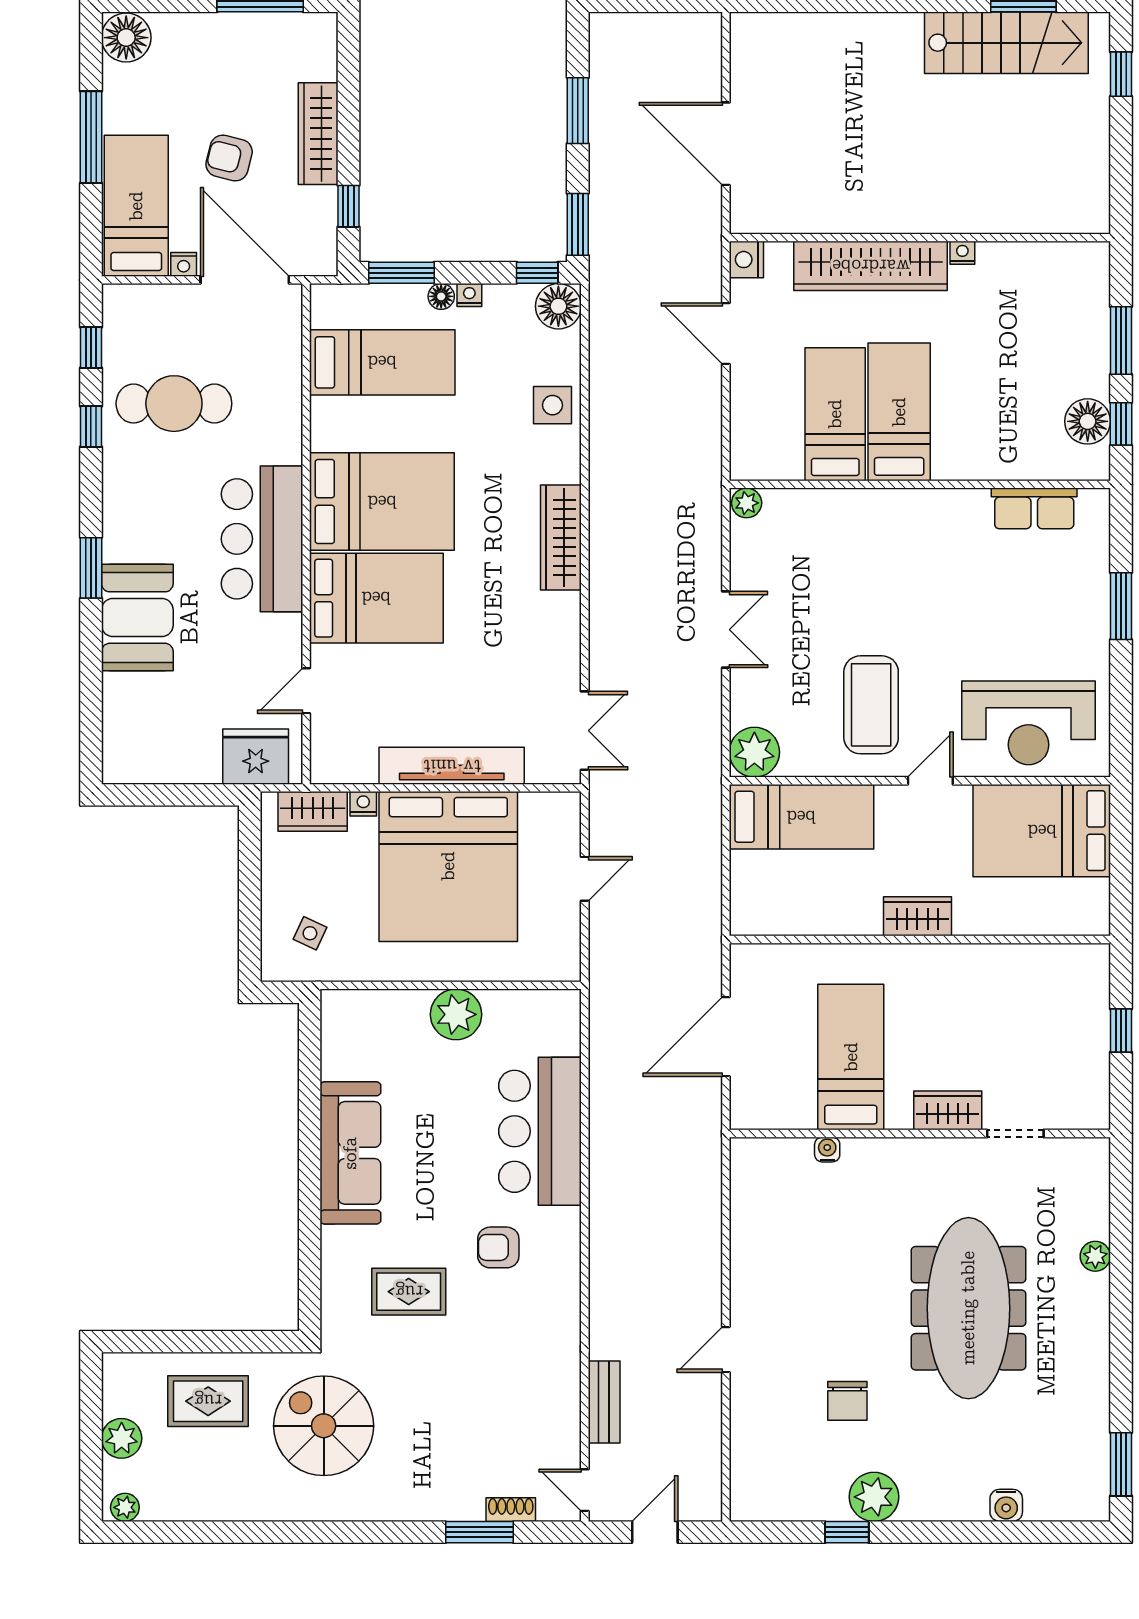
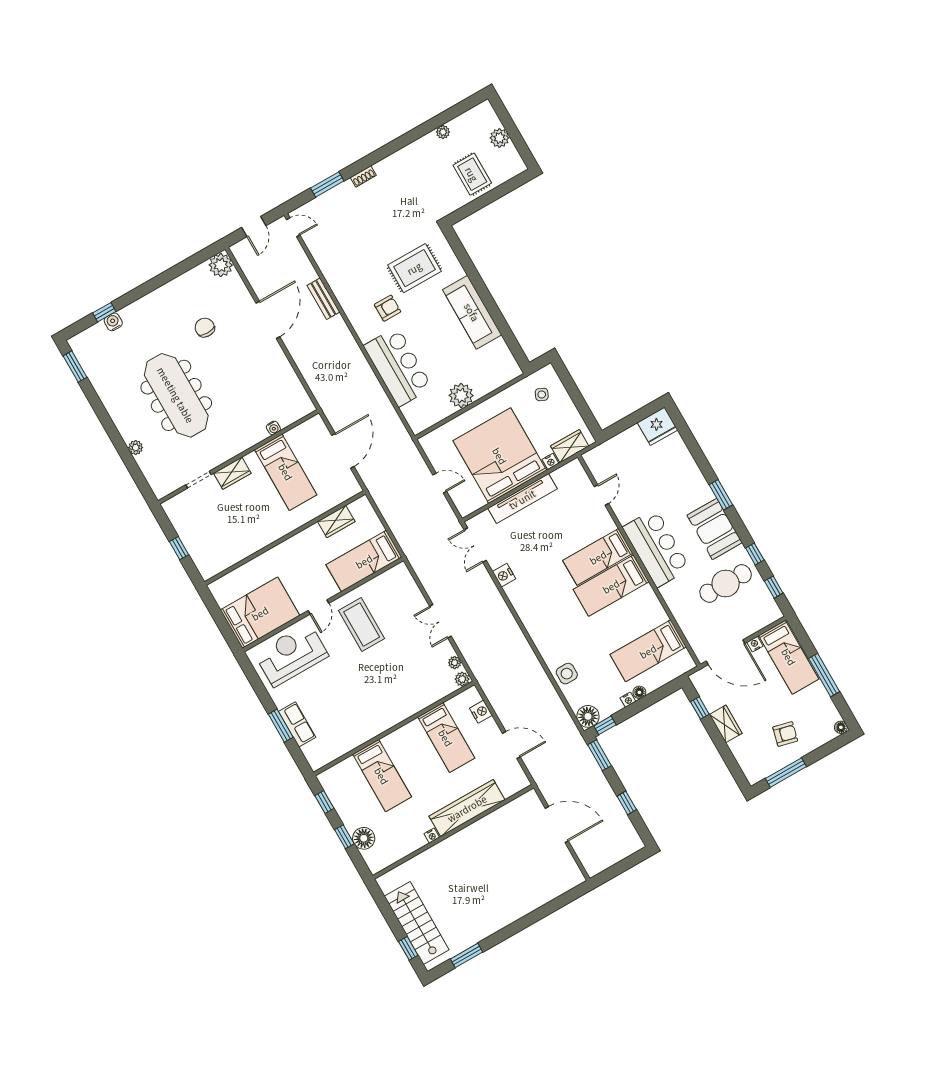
floor lamp: (126, 38) -> (841, 727), width x0.53, depth x0.53
stairs: (1006, 43) -> (417, 923), moved, turned 90
window: (578, 111) -> (627, 803), width x0.67
wardrobe: (318, 134) -> (726, 724), width x0.67
armchair: (229, 158) -> (785, 734), moved
nightstand: (746, 260) -> (481, 712), moved
window: (402, 273) -> (662, 693), removed
window: (1121, 341) -> (344, 837), width x0.67
bed: (899, 412) -> (382, 776), moved
floor lamp: (1088, 421) -> (364, 838), moved
bed: (382, 502) -> (611, 586), width x0.67
row of seats: (1034, 508) -> (297, 724), moved, turned 90
wardrobe: (561, 538) -> (531, 620), removed
bed: (376, 598) -> (598, 557), width x0.67
booth: (137, 618) -> (715, 529), moved
nightstand: (564, 647) -> (504, 575), added
plant: (754, 752) -> (455, 663), moved, width x0.53, depth x0.53
fridge: (256, 757) -> (658, 426), moved
door: (585, 879) -> (440, 483), swing flipped
wardrobe: (917, 916) -> (336, 522), moved
rug: (409, 1292) -> (414, 268), width x1.36, depth x1.43
door: (726, 1350) -> (268, 320), width x1.87
rug: (208, 1401) -> (472, 174), turned 90
bench: (604, 1402) -> (323, 299), moved
spiral stairs: (324, 1426) -> (418, 192), removed
plant: (874, 1497) -> (221, 265), moved
plant: (125, 1507) -> (443, 132), moved
shoe rack: (511, 1510) -> (363, 176), moved
window: (847, 1532) -> (104, 312), moved

